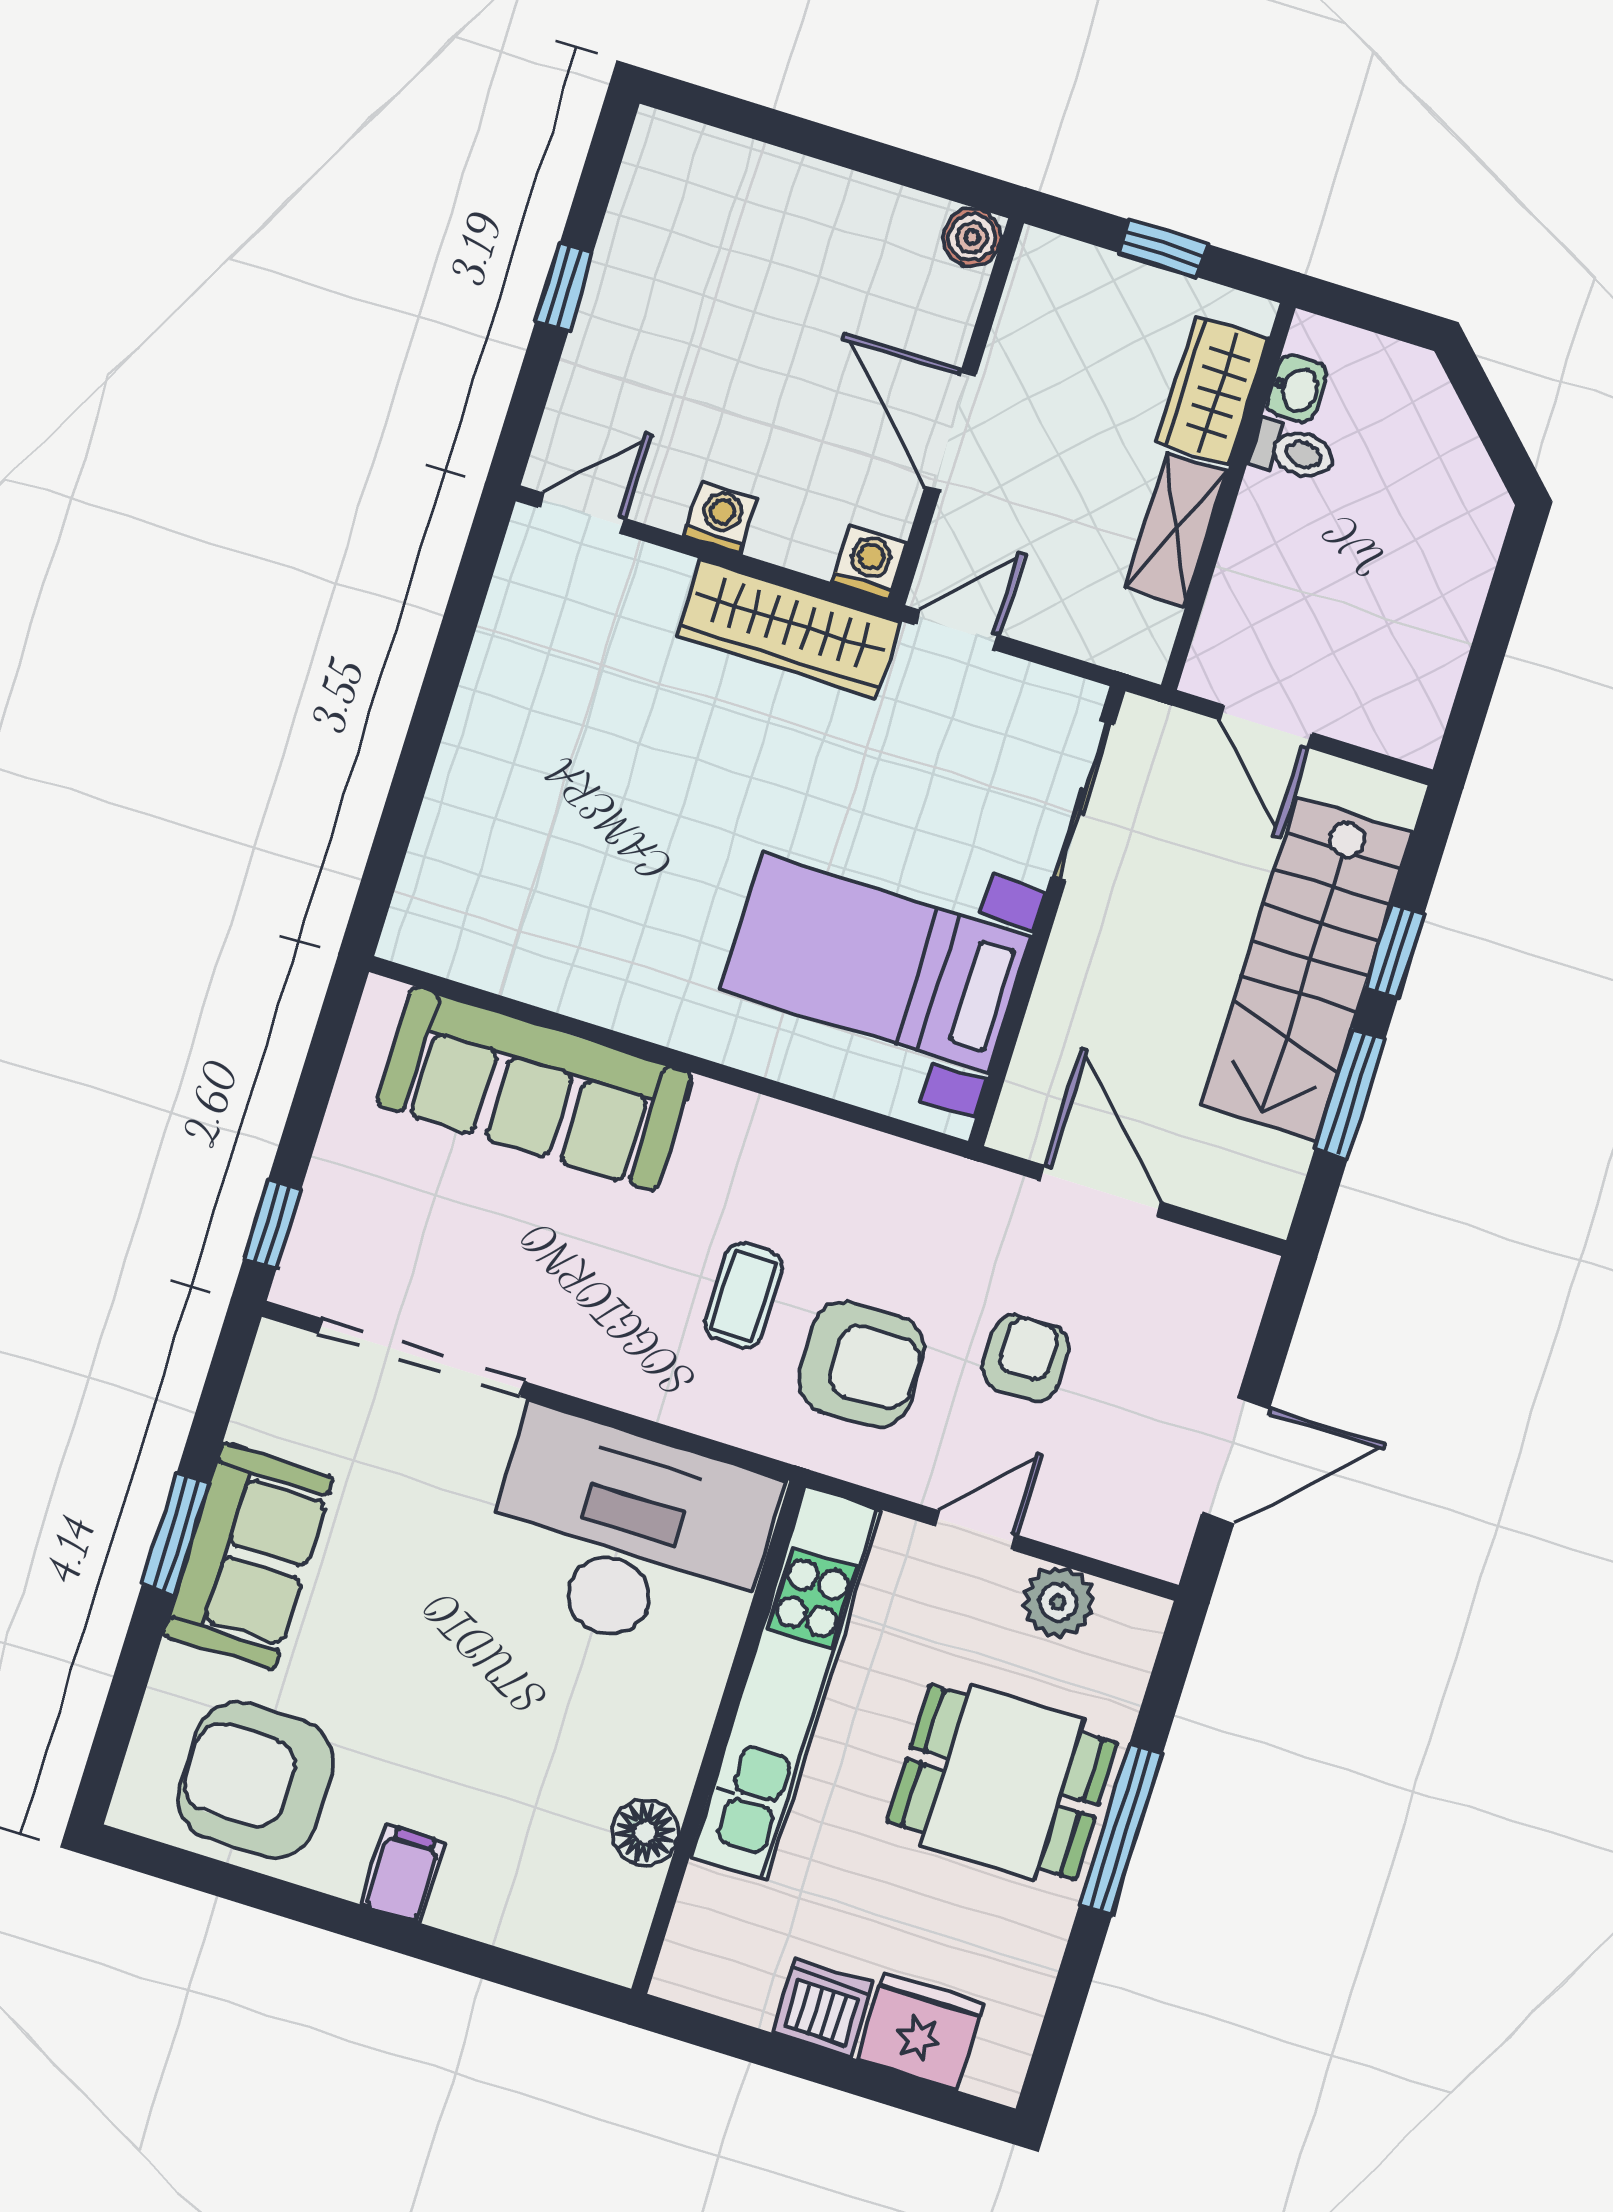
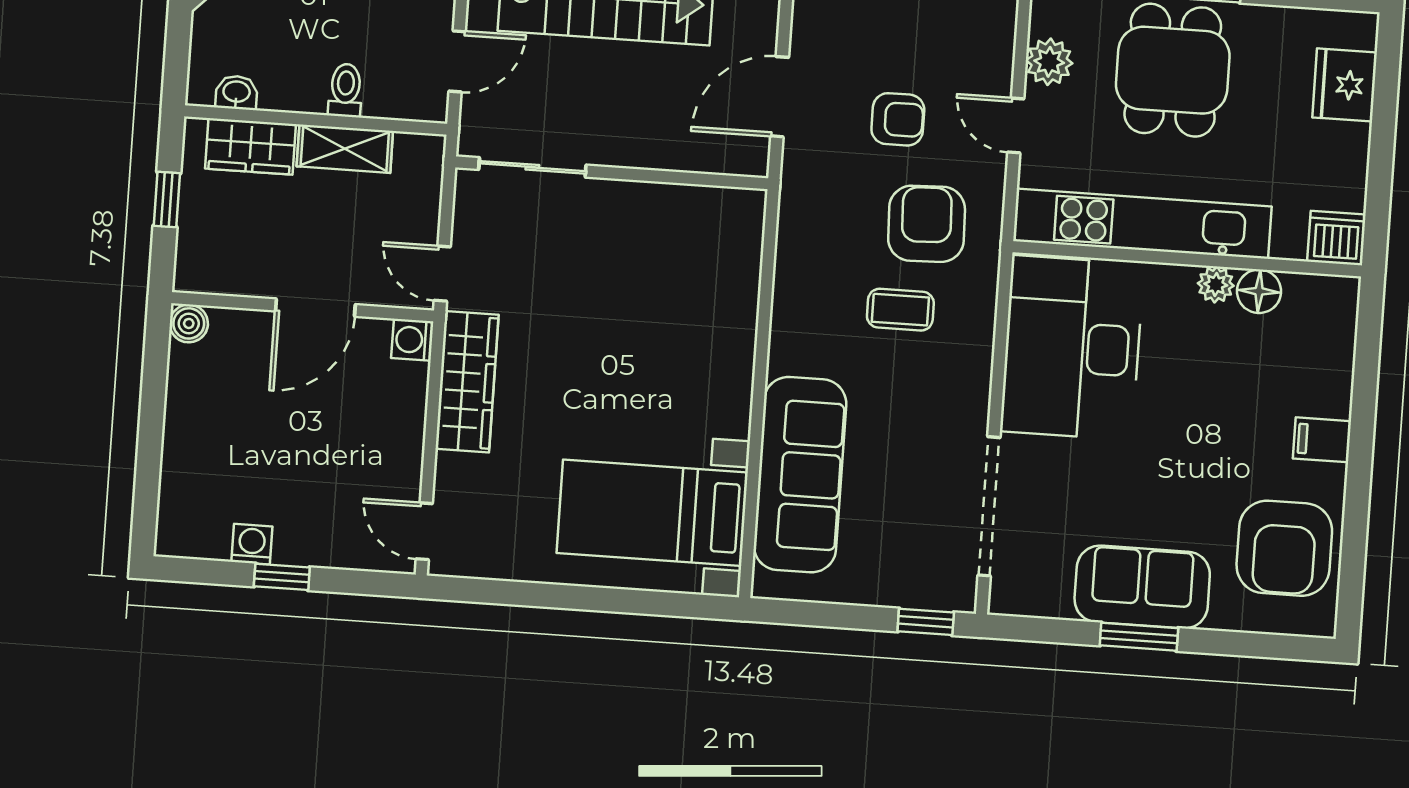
toilet: (1293, 451) -> (345, 90), moved
washing machine: (721, 517) -> (252, 544), moved, turned 90
bed with nightstands: (876, 963) -> (652, 513), moved, turned 90
armchair: (1026, 1358) -> (898, 119), turned 180
plant: (670, 1771) -> (1216, 284), added
dishwasher: (823, 2008) -> (1336, 238), moved, turned 90

